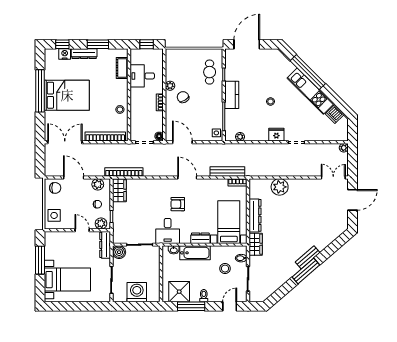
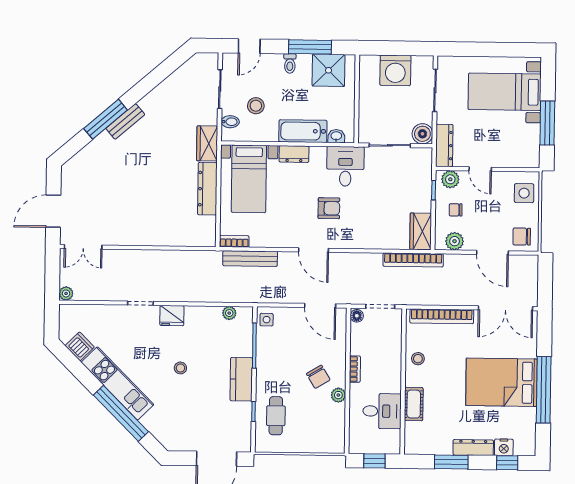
cot: (122, 68) -> (414, 404), moved
plant: (280, 187) -> (168, 233), removed
window: (306, 271) -> (106, 119), moved

